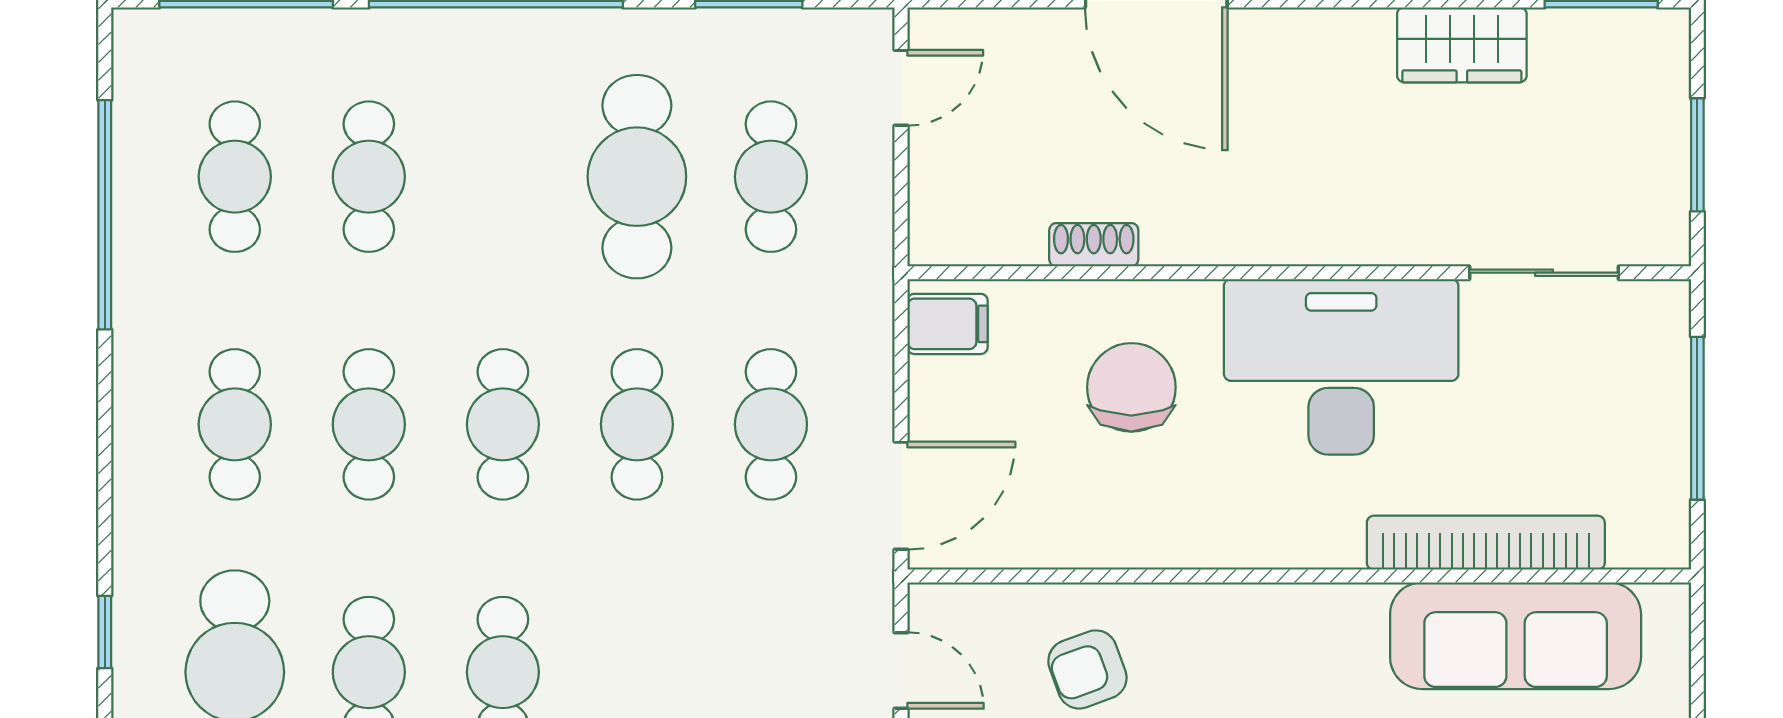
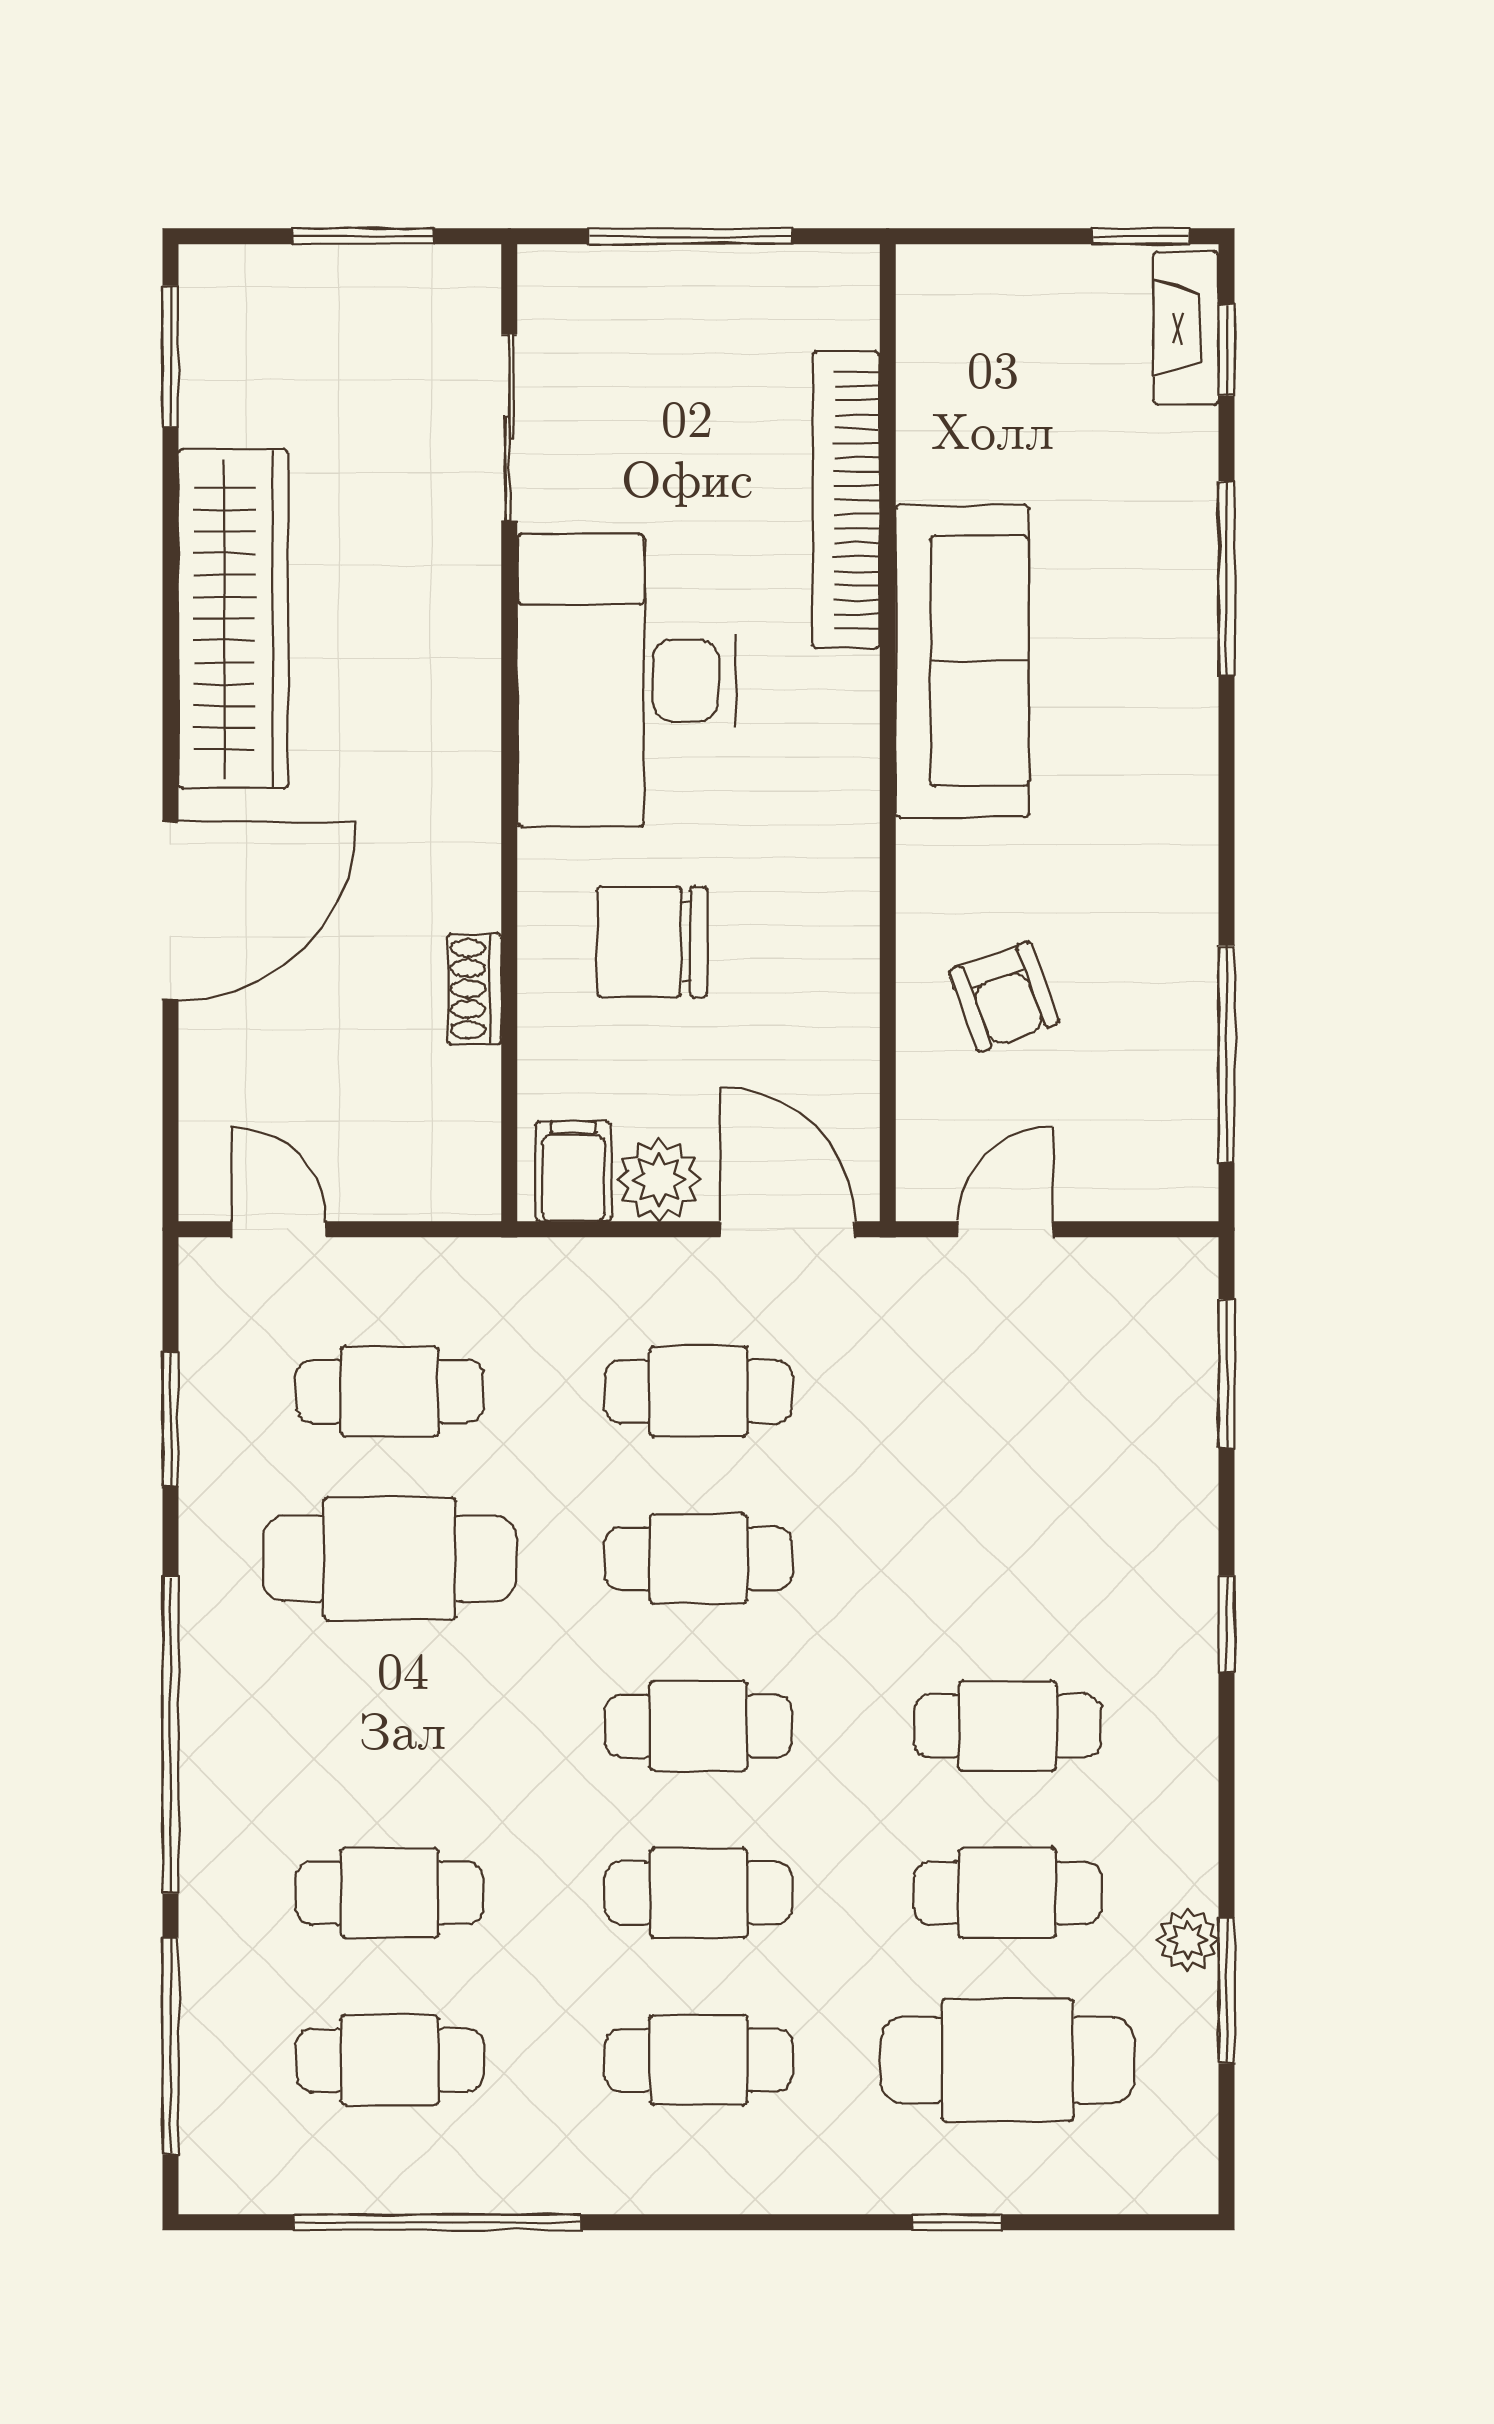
wardrobe: (1462, 45) -> (233, 619), width x2.10, depth x1.17
plant: (941, 393) -> (659, 1179), added
sofa: (1516, 636) -> (962, 661), moved

